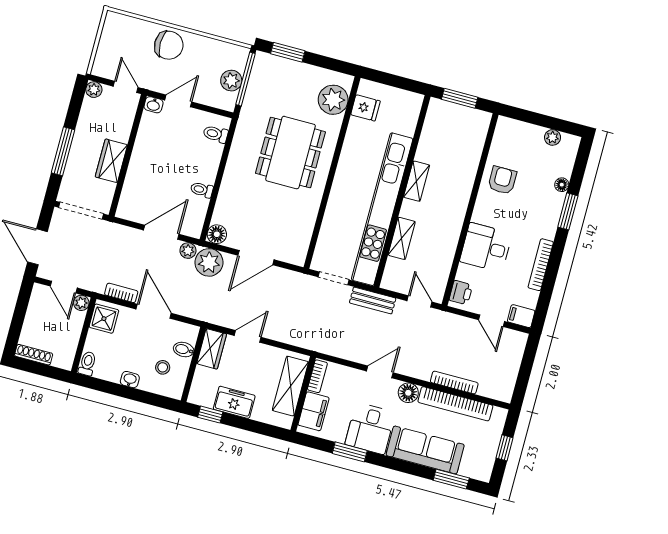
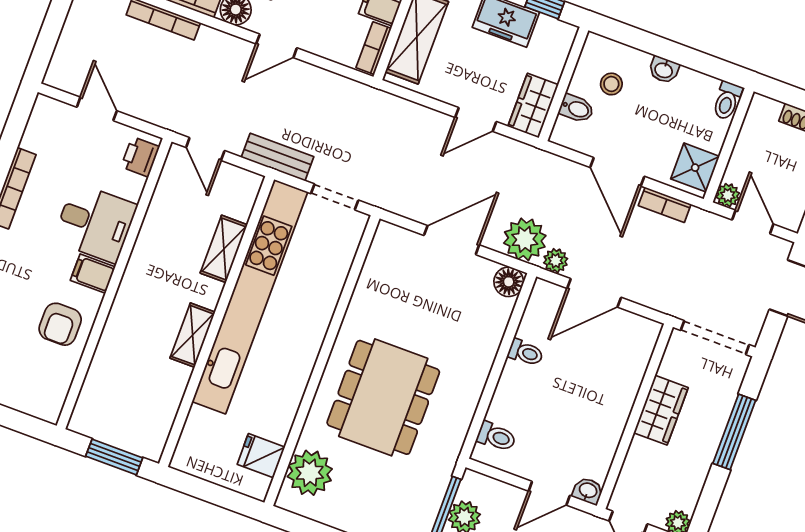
filing cabinet: (521, 316) -> (93, 274), moved, turned 180

